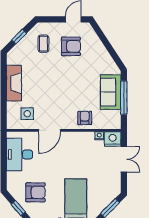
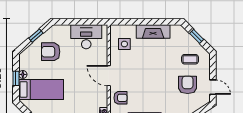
armchair: (71, 46) -> (188, 85), turned 180
door: (49, 130) -> (109, 76), moved
armchair: (35, 192) -> (51, 52), turned 90

